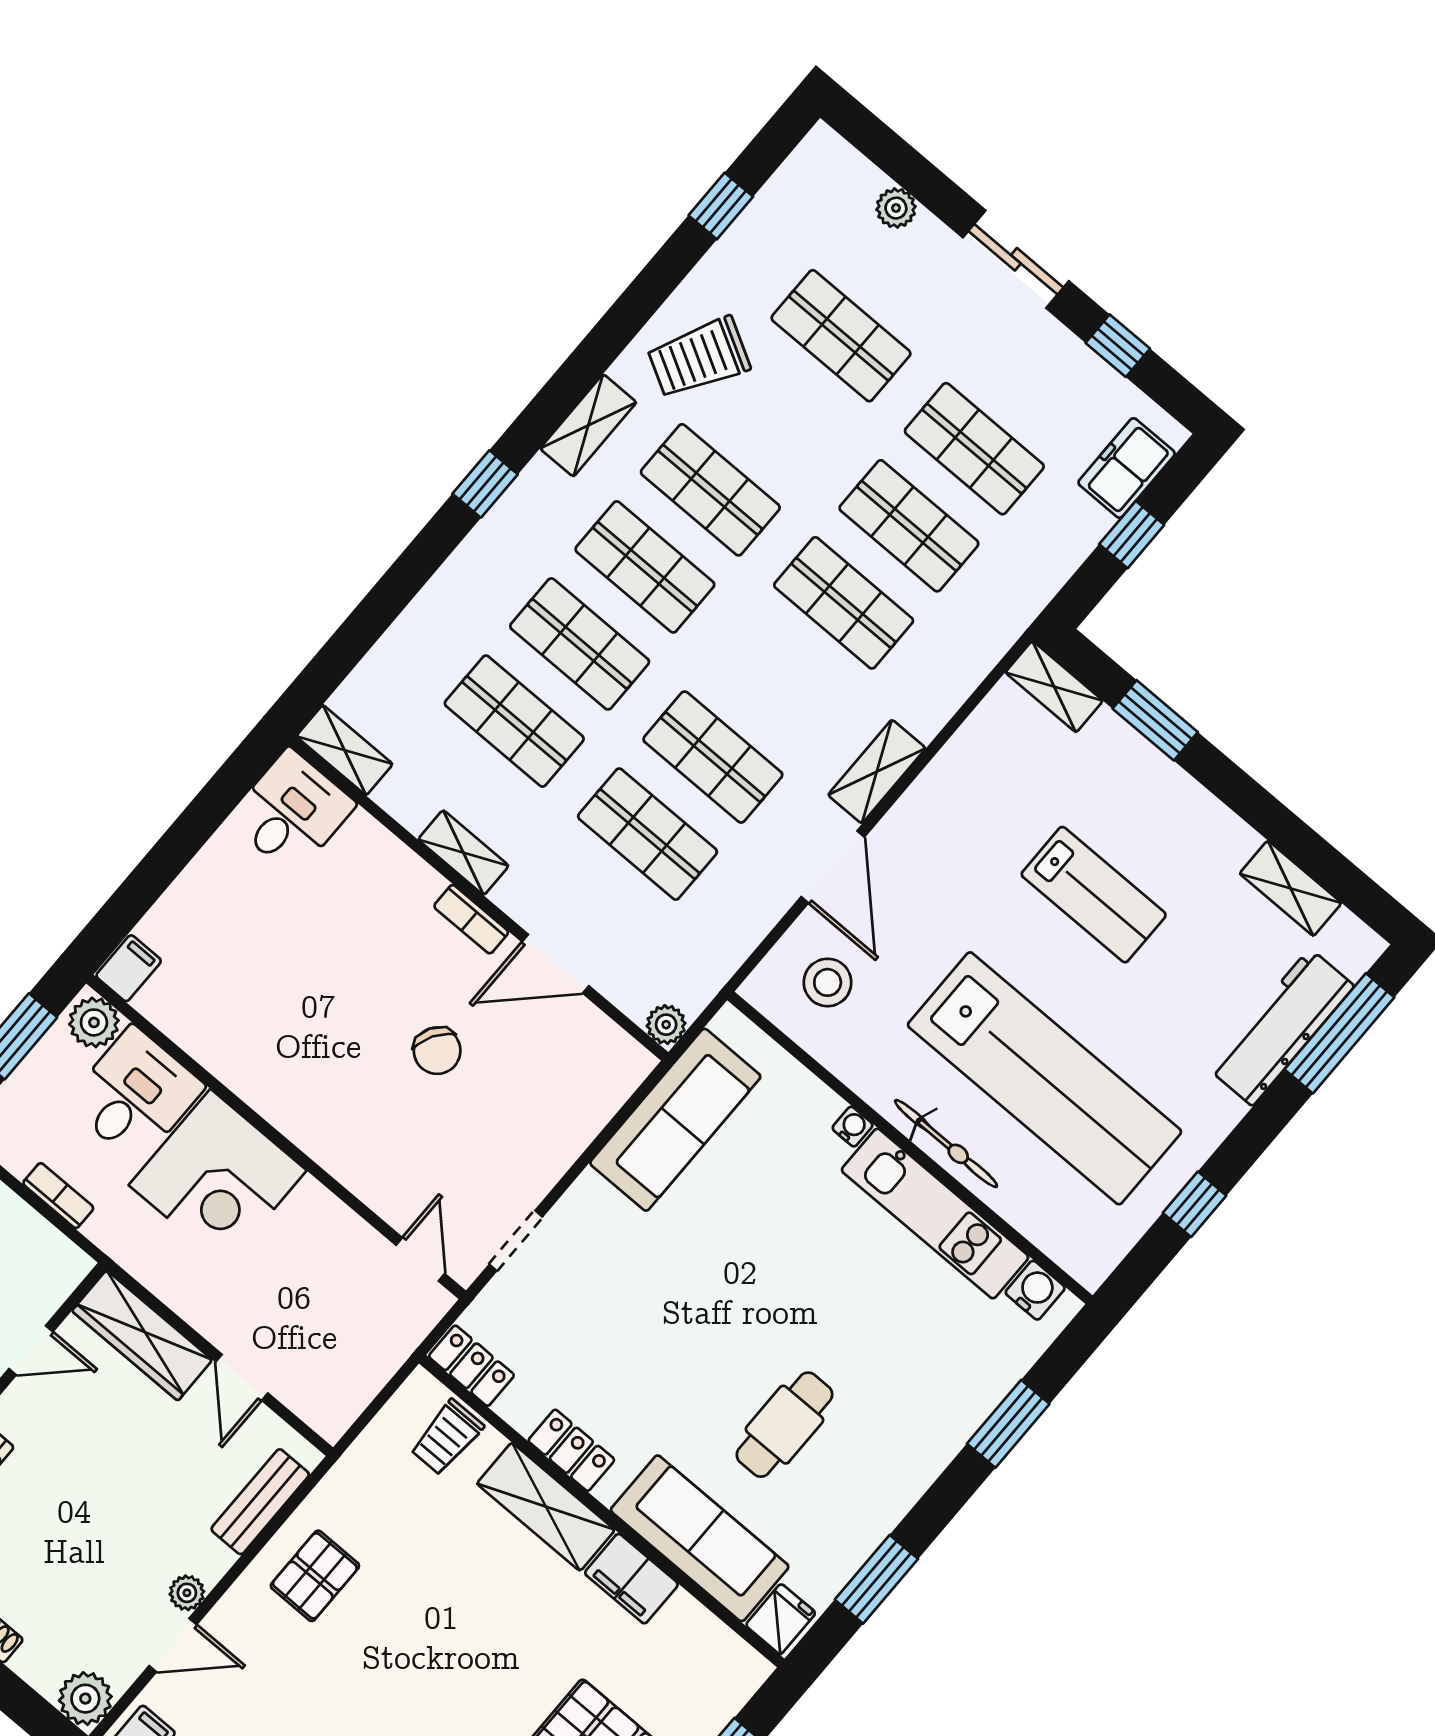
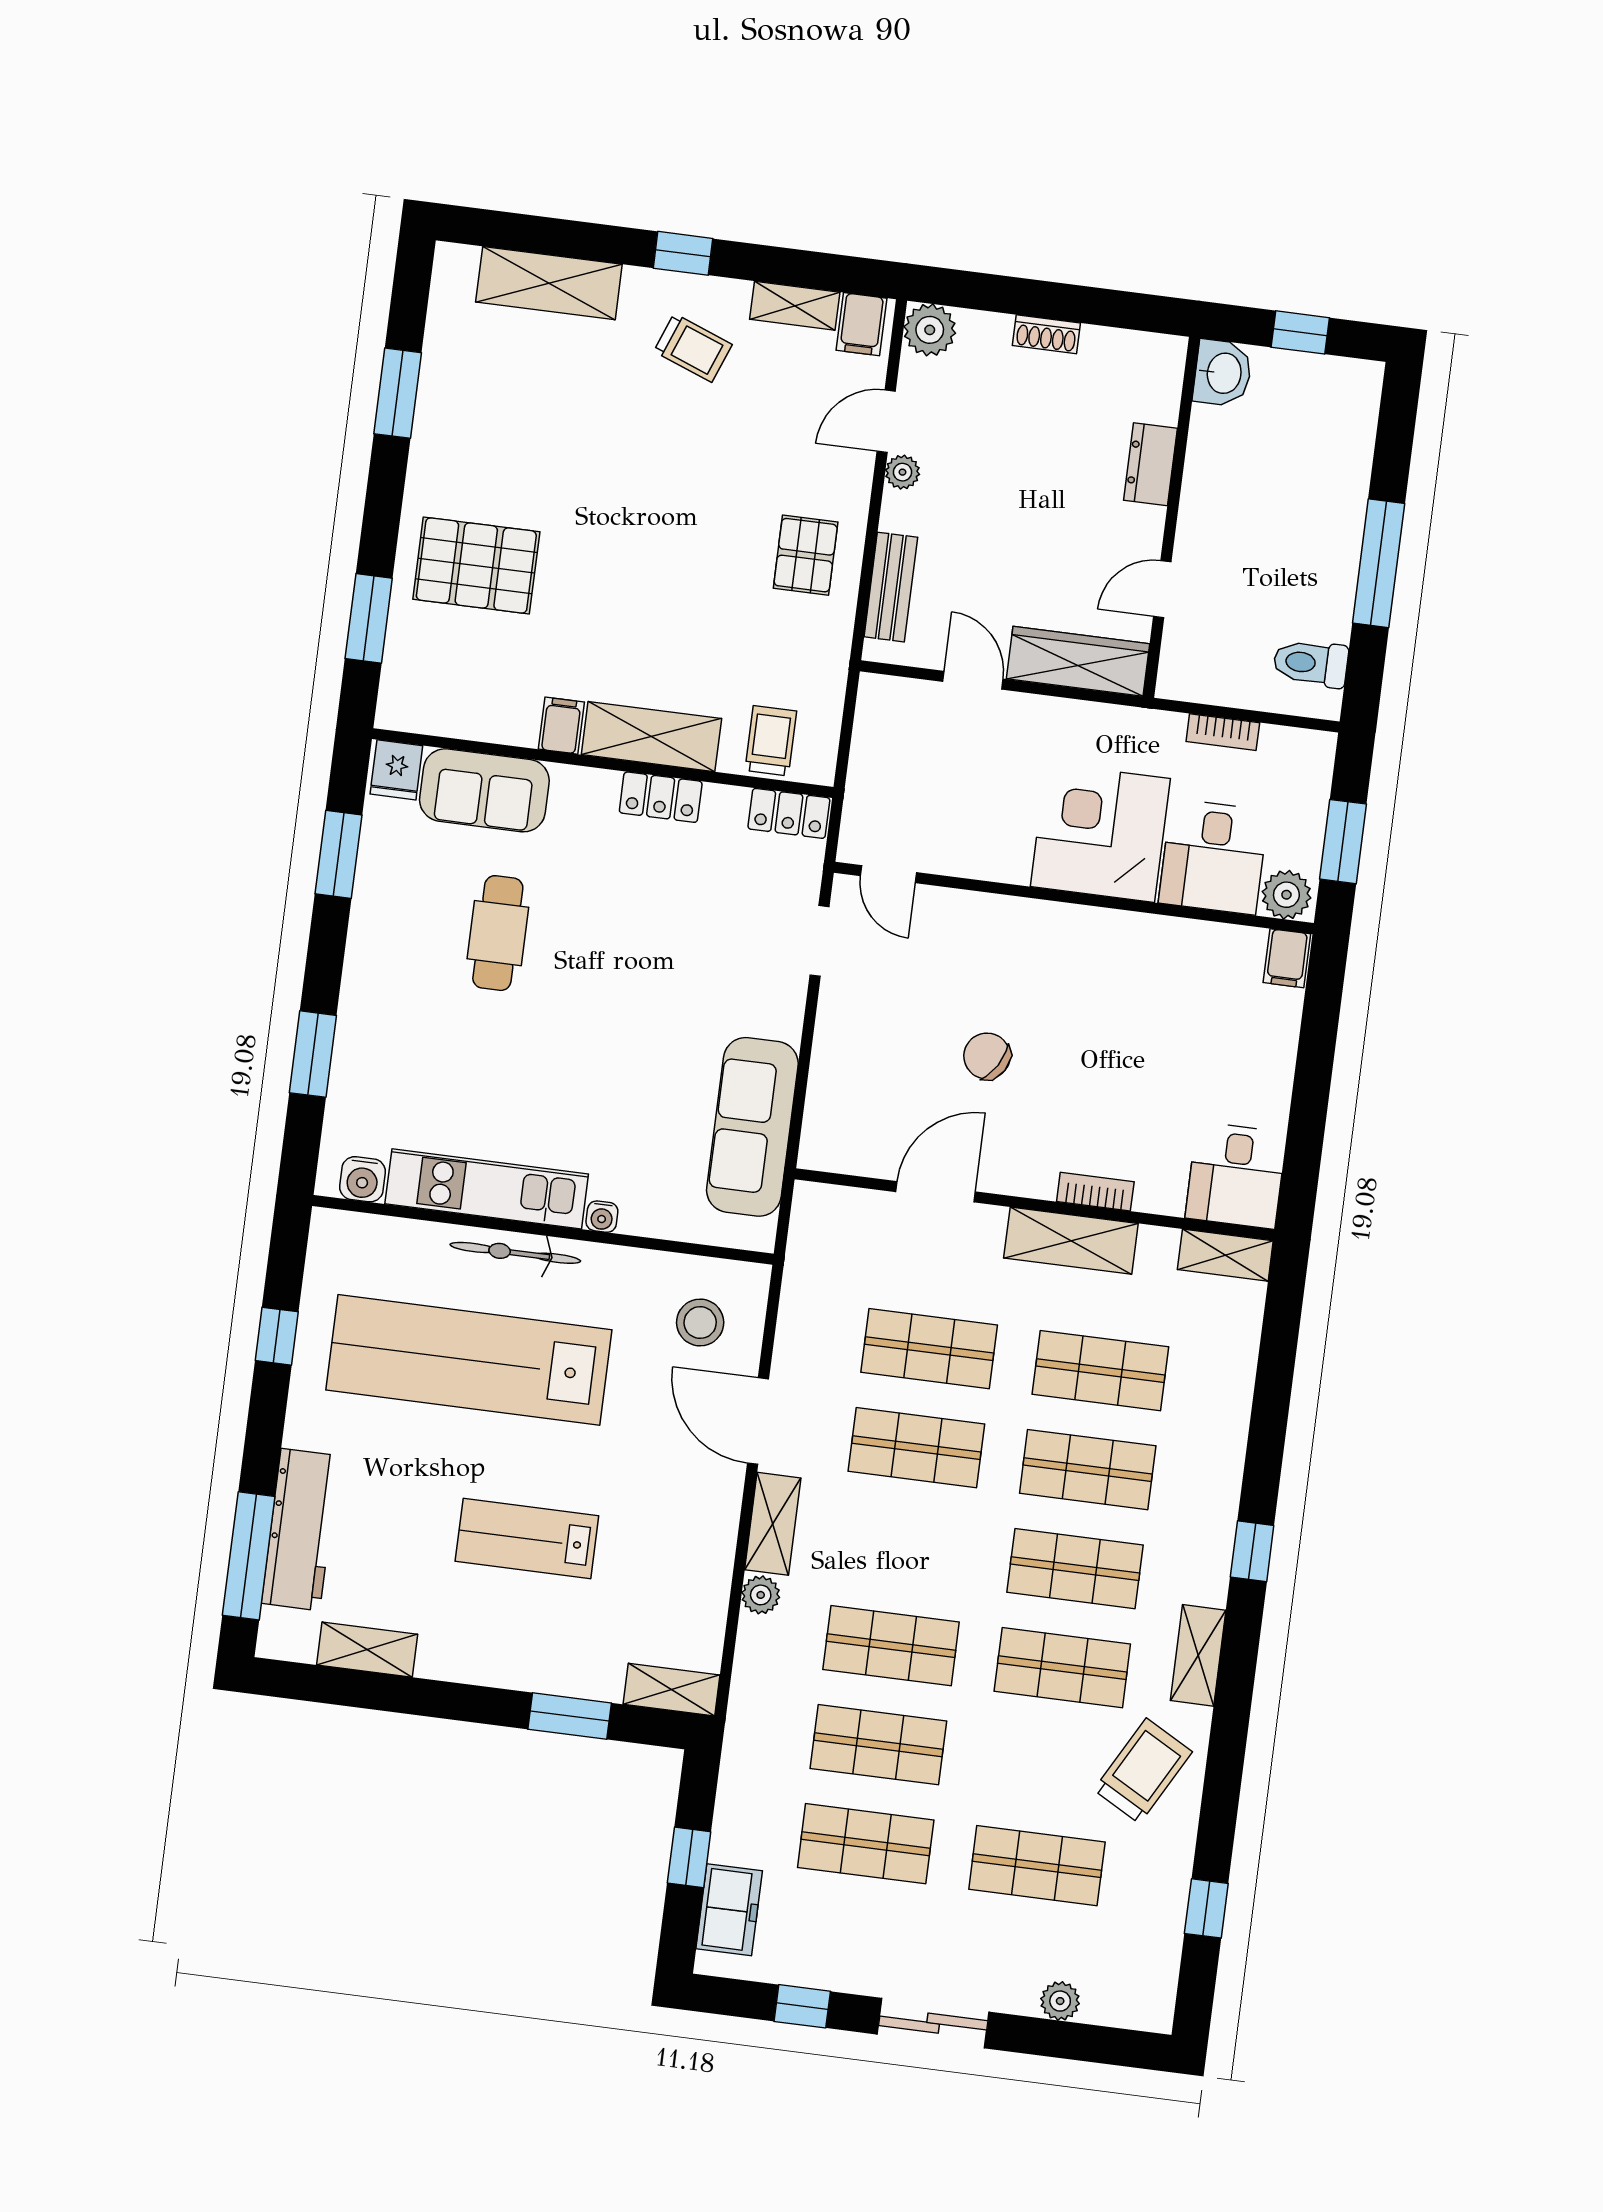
shelving: (463, 853) -> (1071, 1241), width x1.50, depth x1.33
bookcase: (471, 919) -> (1095, 1192), moved
plant: (666, 1025) -> (761, 1595), moved
sofa: (700, 1538) -> (484, 790), width x0.73
filing cabinet: (631, 1579) -> (561, 726), width x0.50

